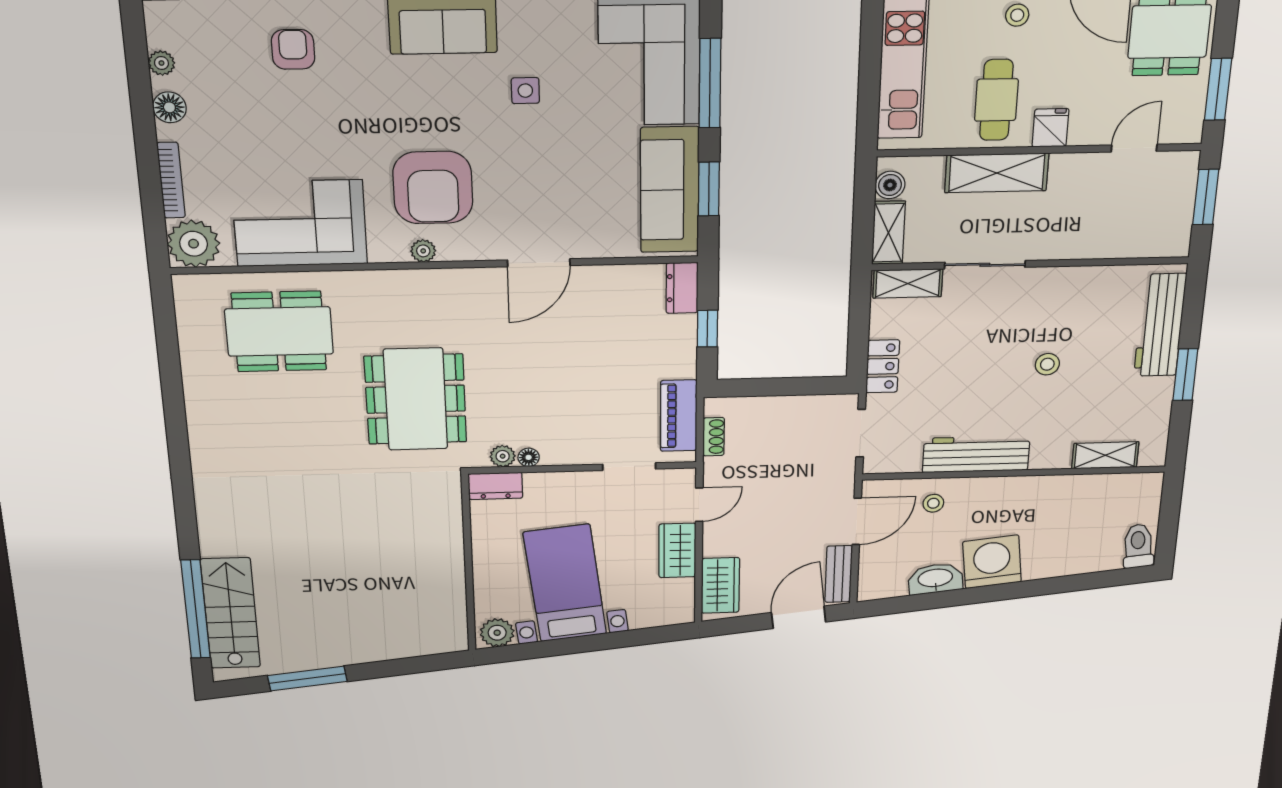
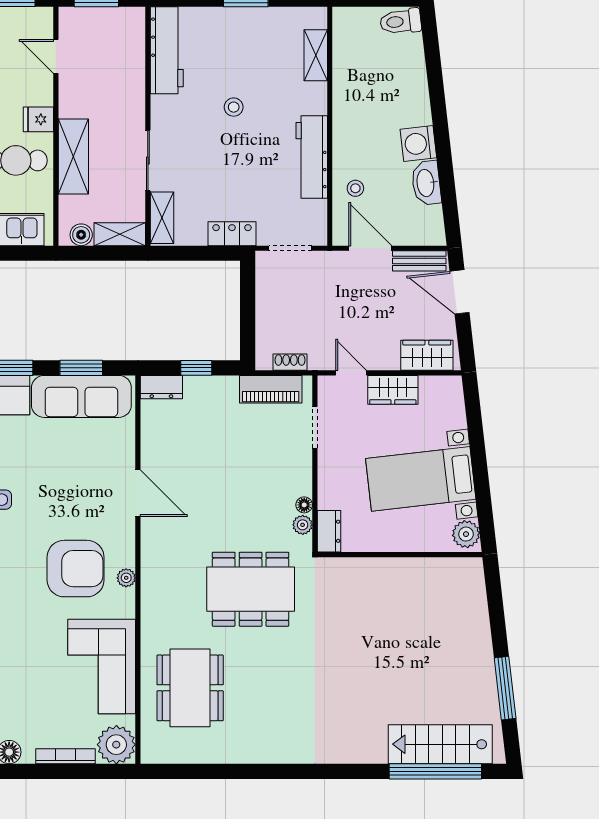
workbench: (1160, 325) -> (167, 50), moved, turned -90
washing machine: (992, 562) -> (418, 144), width x0.73, depth x0.73

